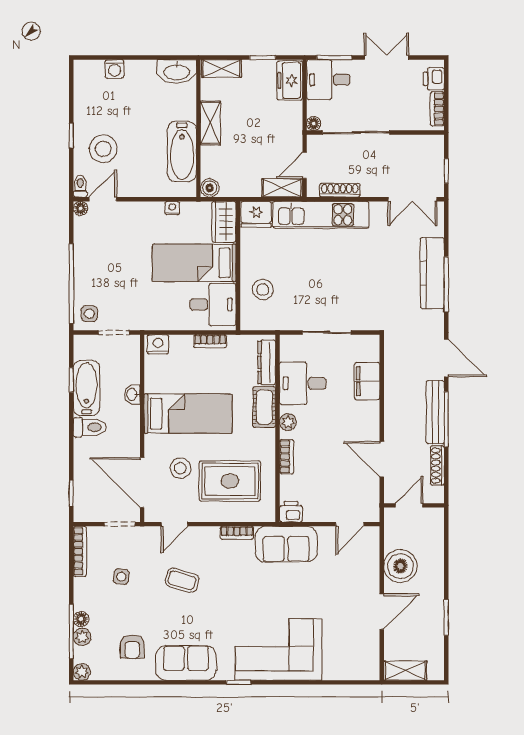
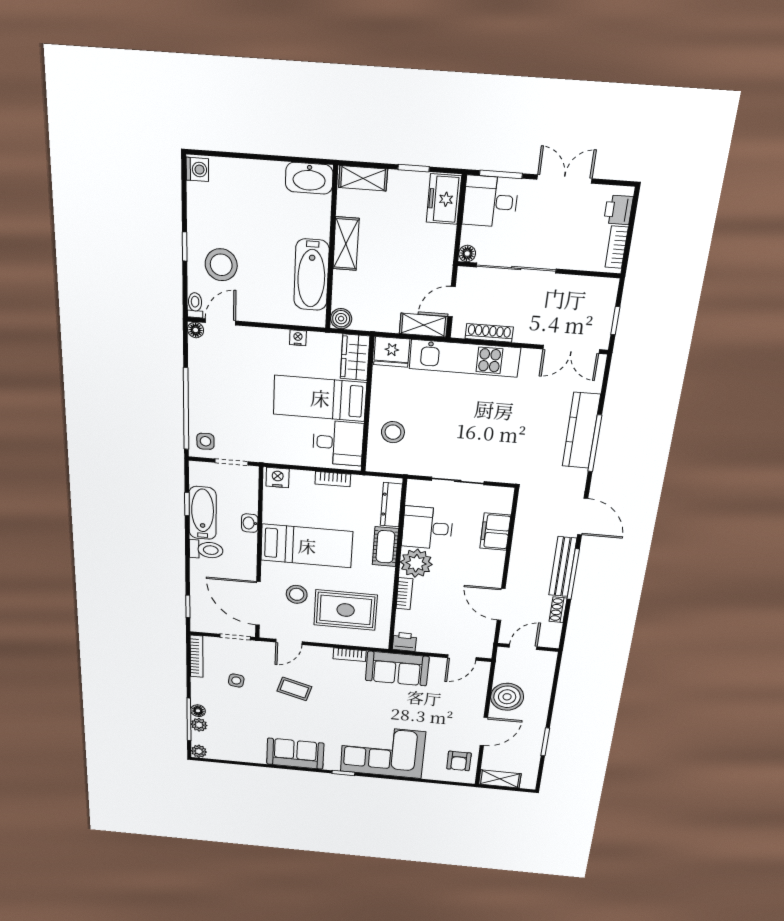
washing machine: (115, 69) -> (197, 169), moved, turned -90
plant: (288, 422) -> (416, 563), width x1.88, depth x1.88
shoe rack: (437, 465) -> (558, 610), width x0.70
armchair: (132, 647) -> (459, 761), moved

